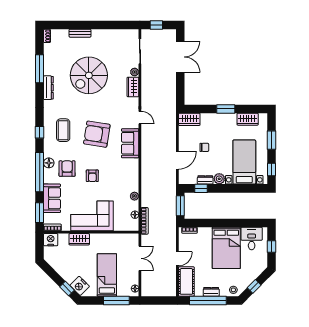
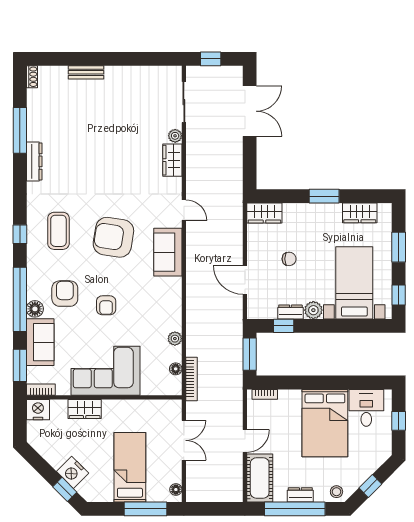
spiral stairs: (89, 75) -> (100, 141), removed
door: (177, 160) -> (245, 280), swing flipped
floor lamp: (49, 163) -> (35, 309), moved
nightstand: (80, 286) -> (73, 472), moved

